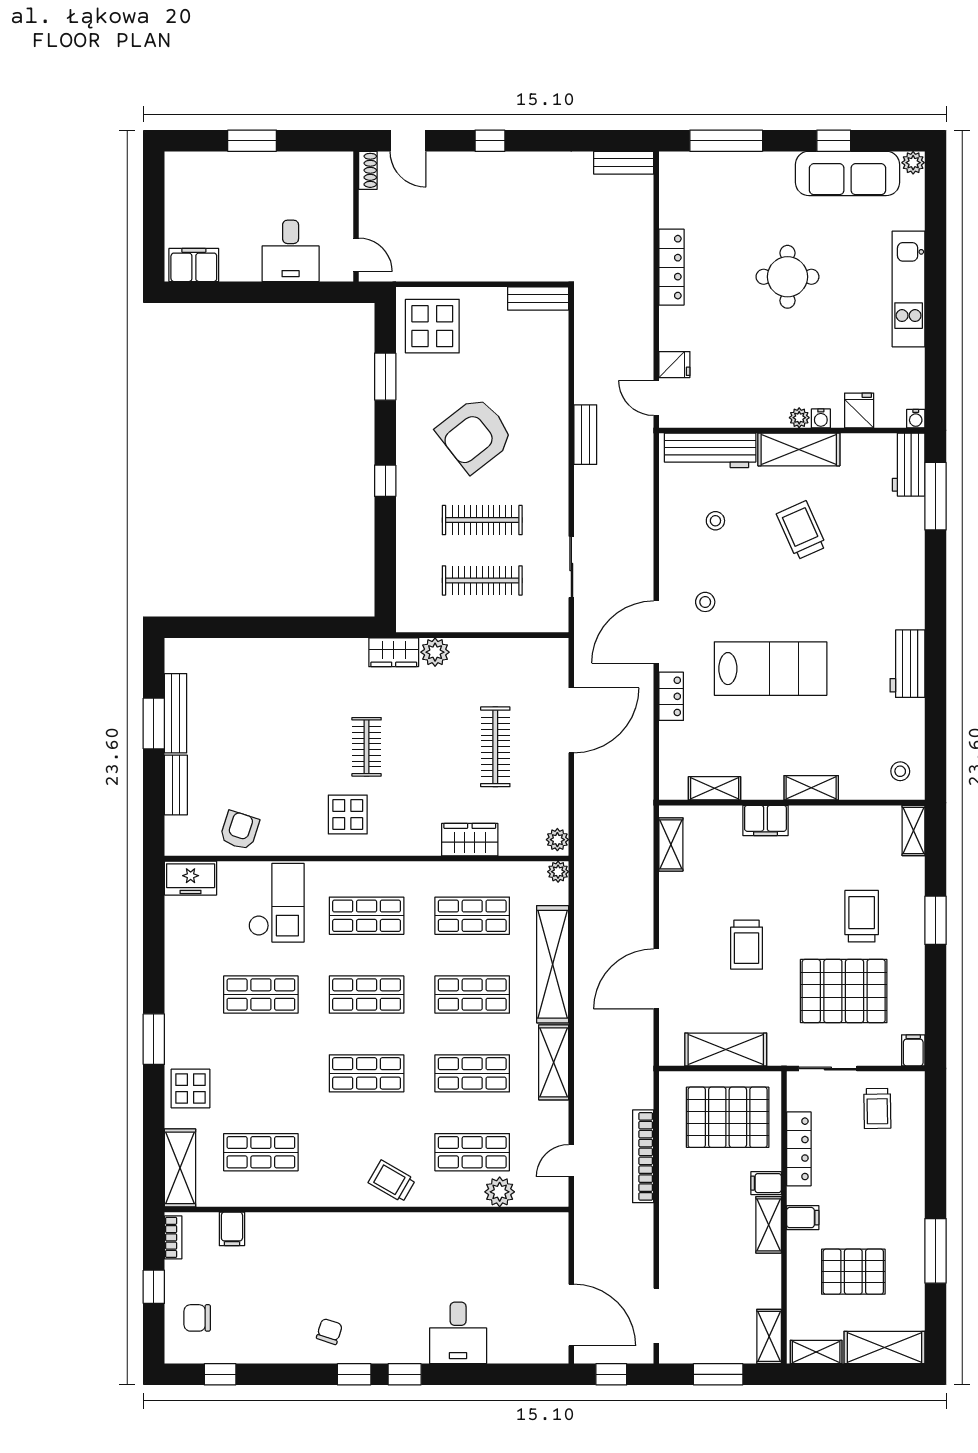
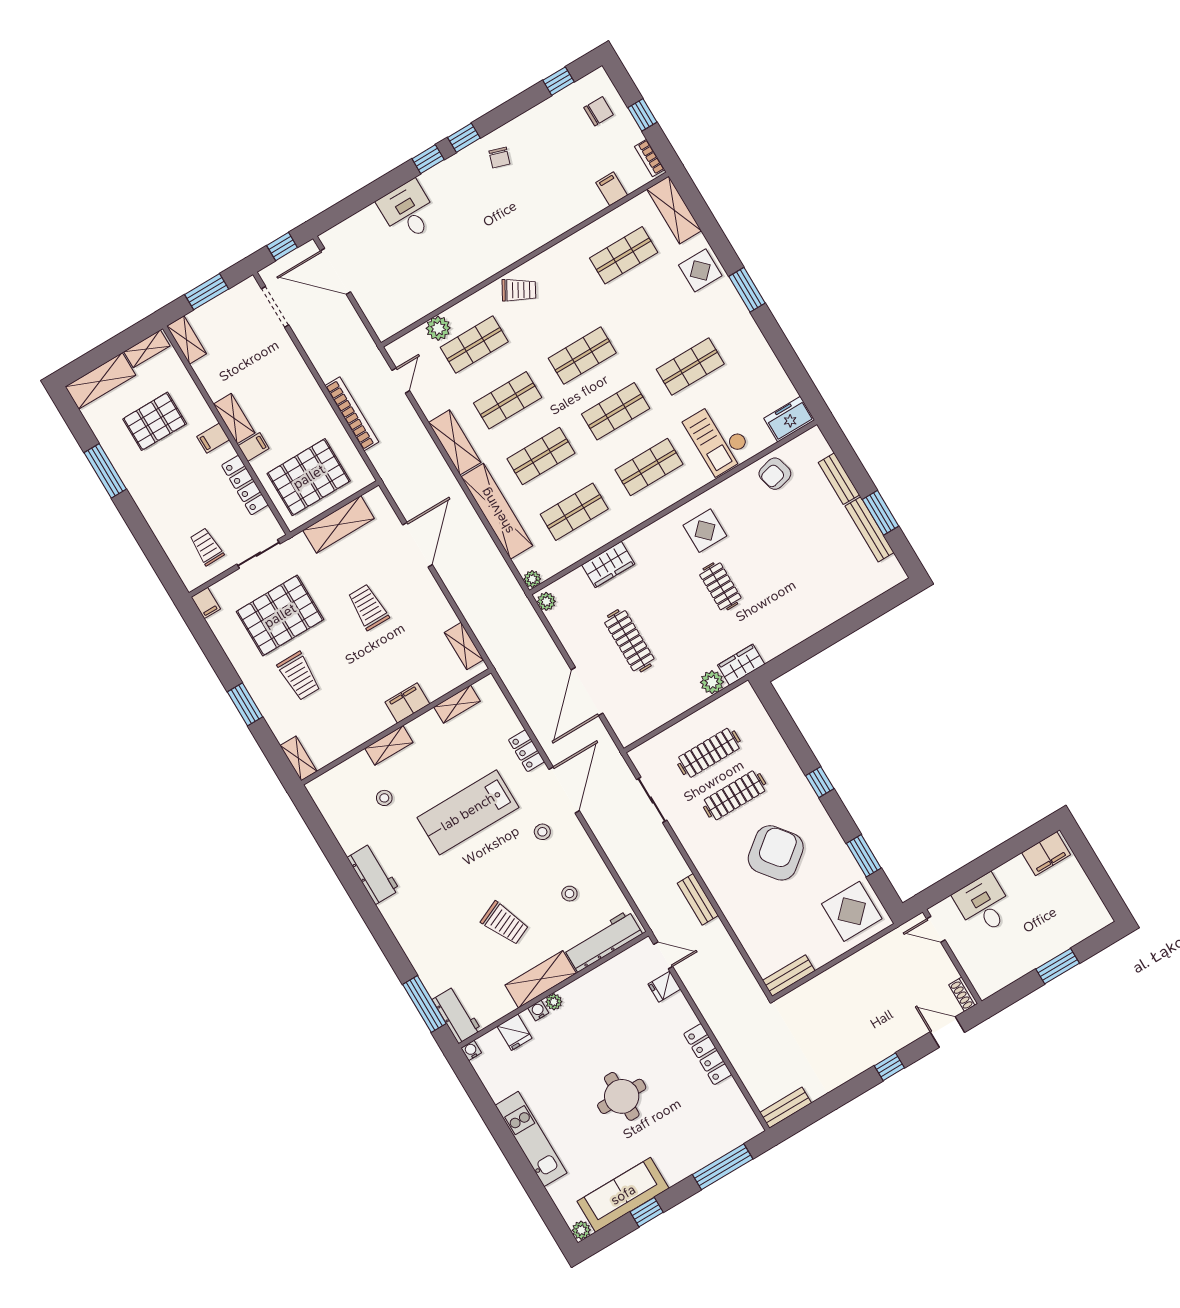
stool: (900, 771) -> (384, 798), moved
armchair: (239, 830) -> (775, 474), turned 58

